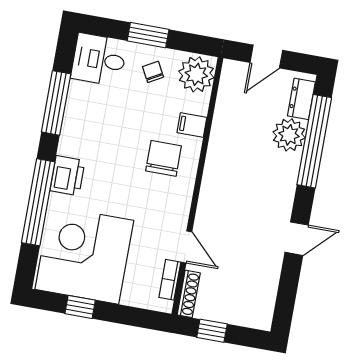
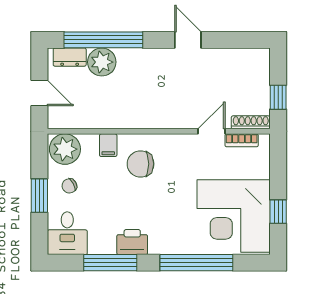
printer: (68, 176) -> (132, 242), moved

